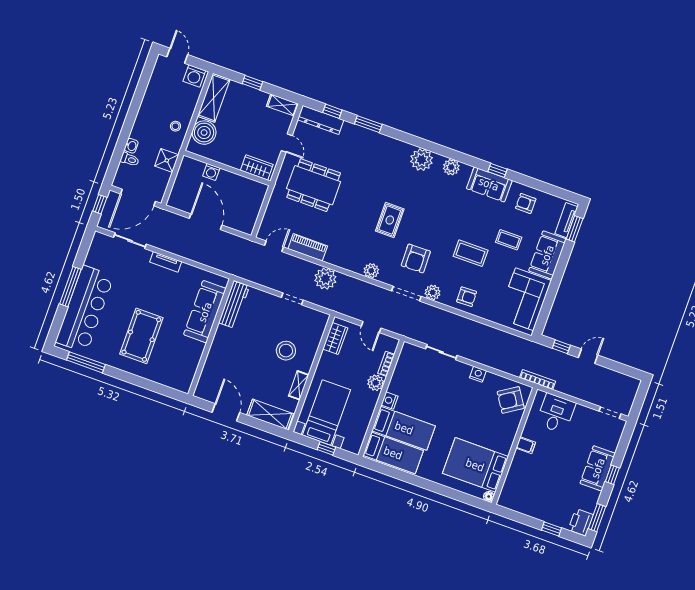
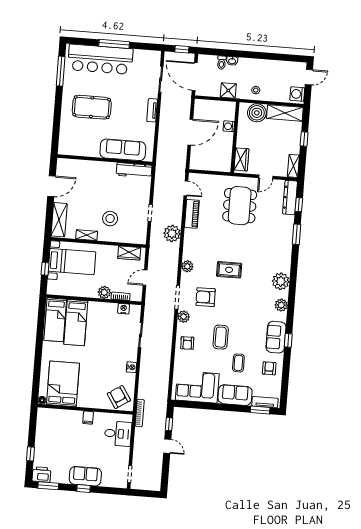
nightstand: (390, 401) -> (124, 309), moved

